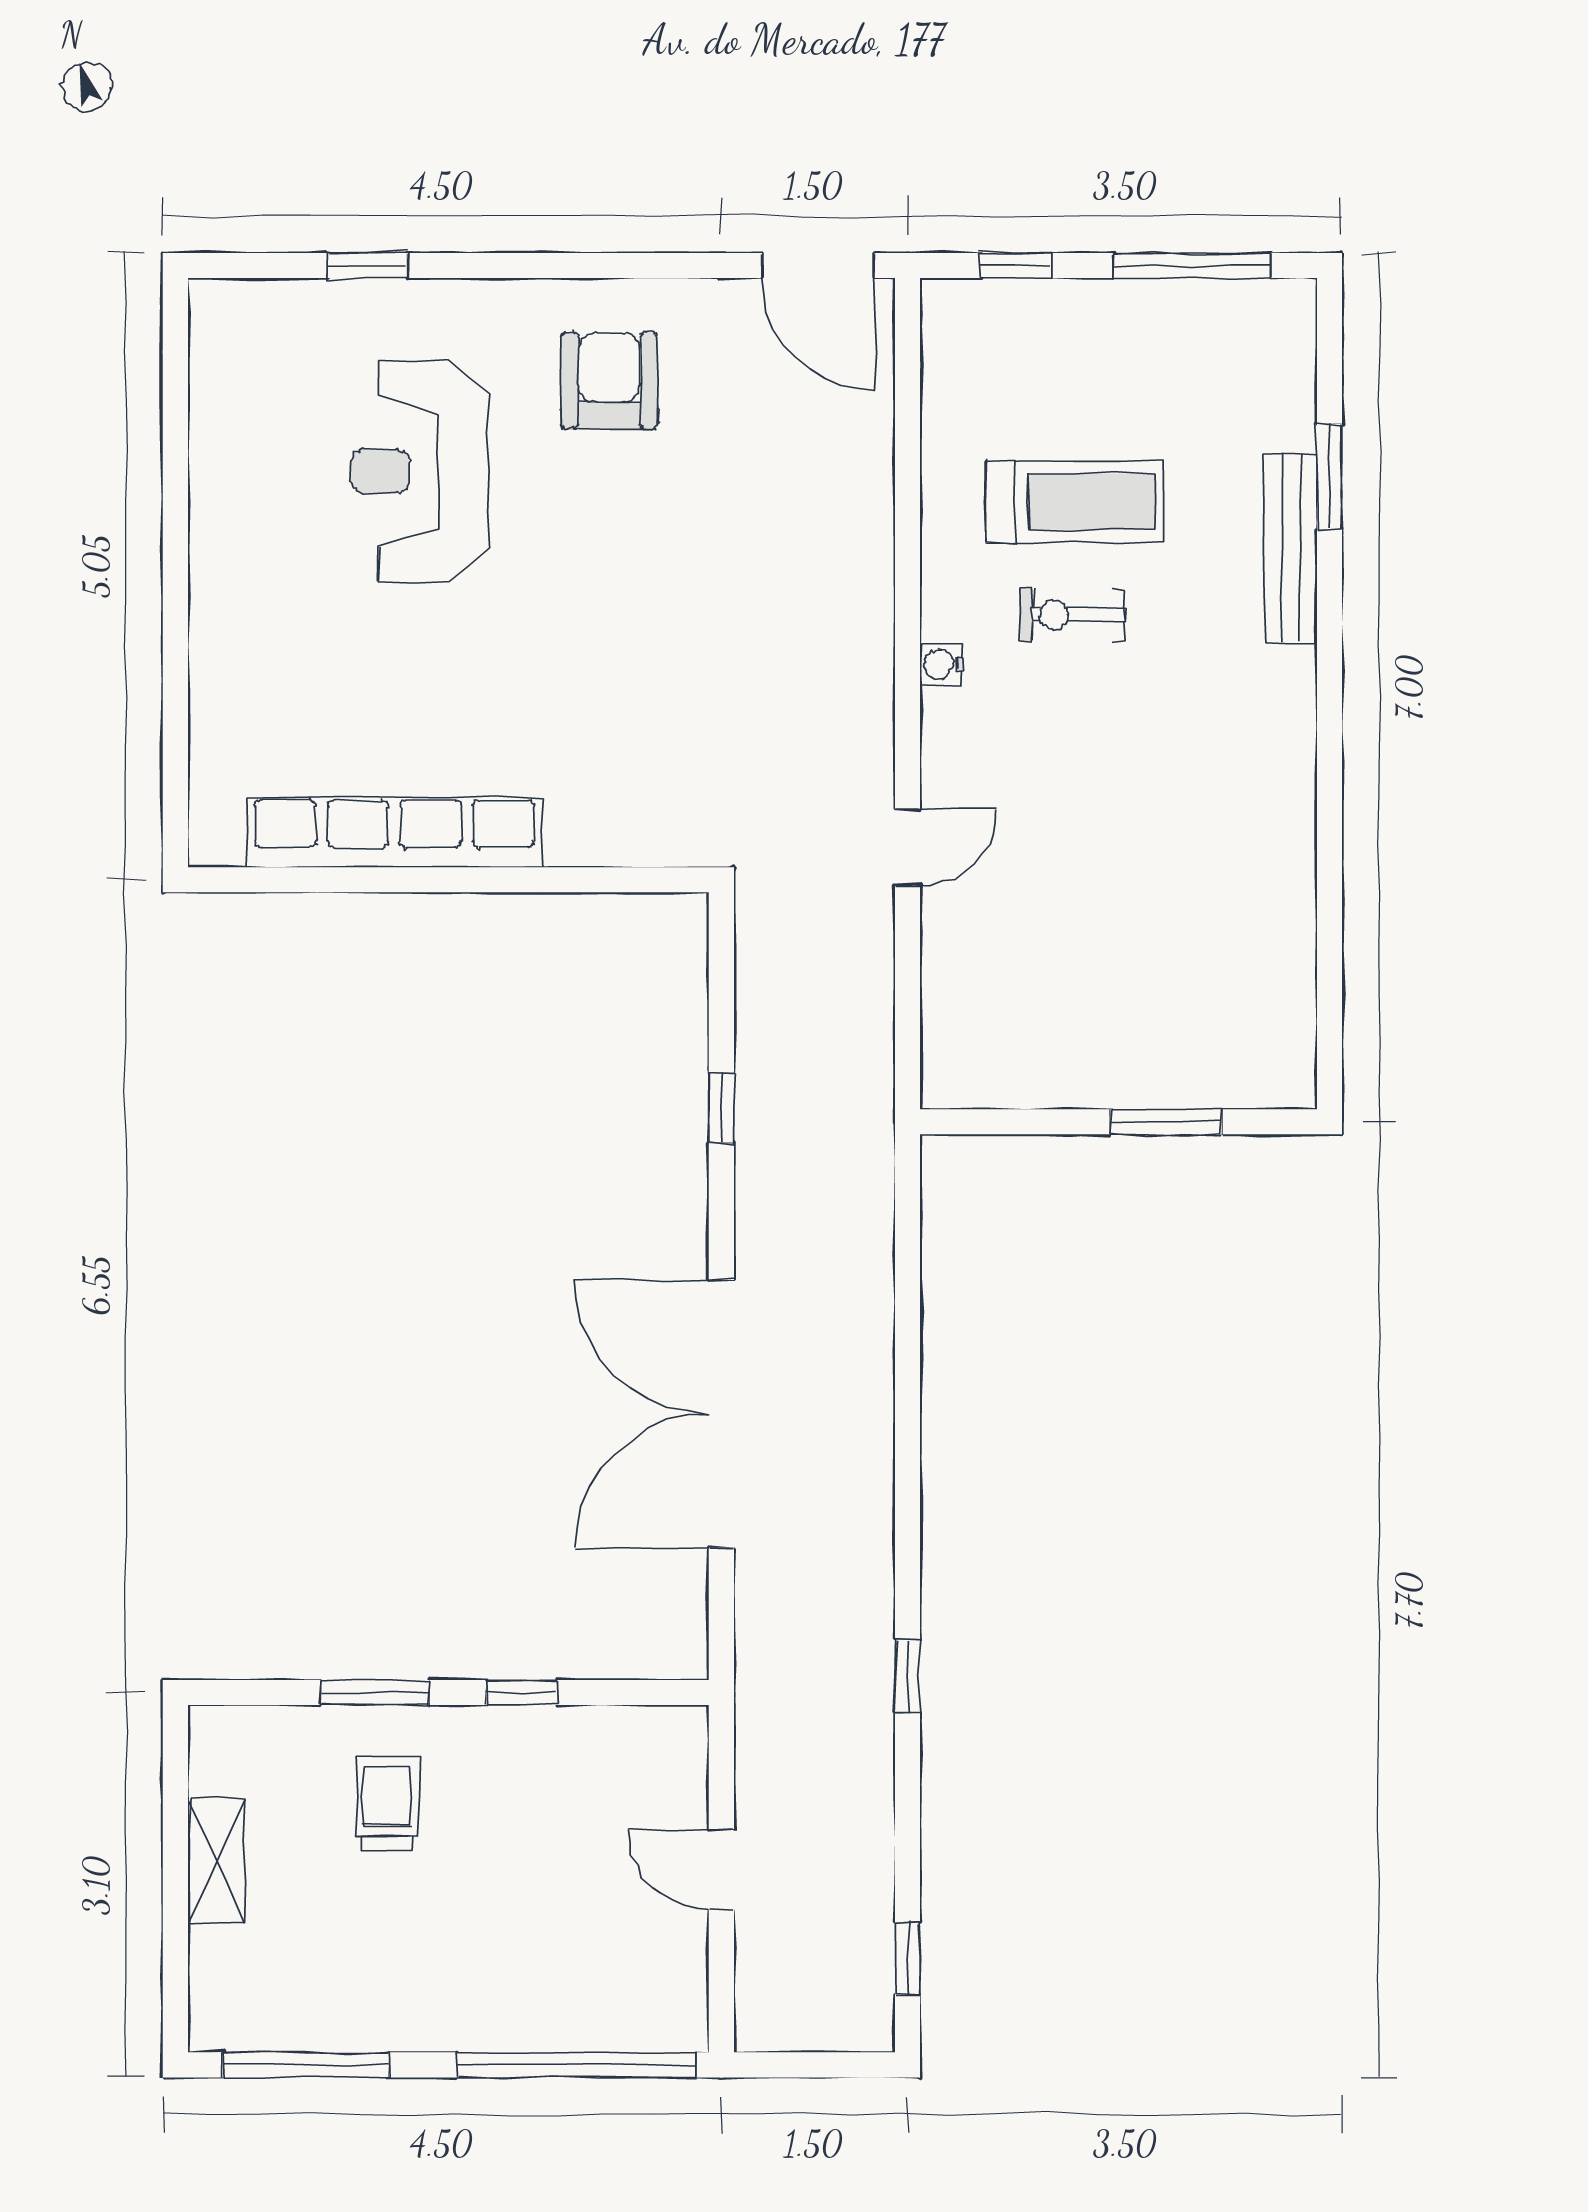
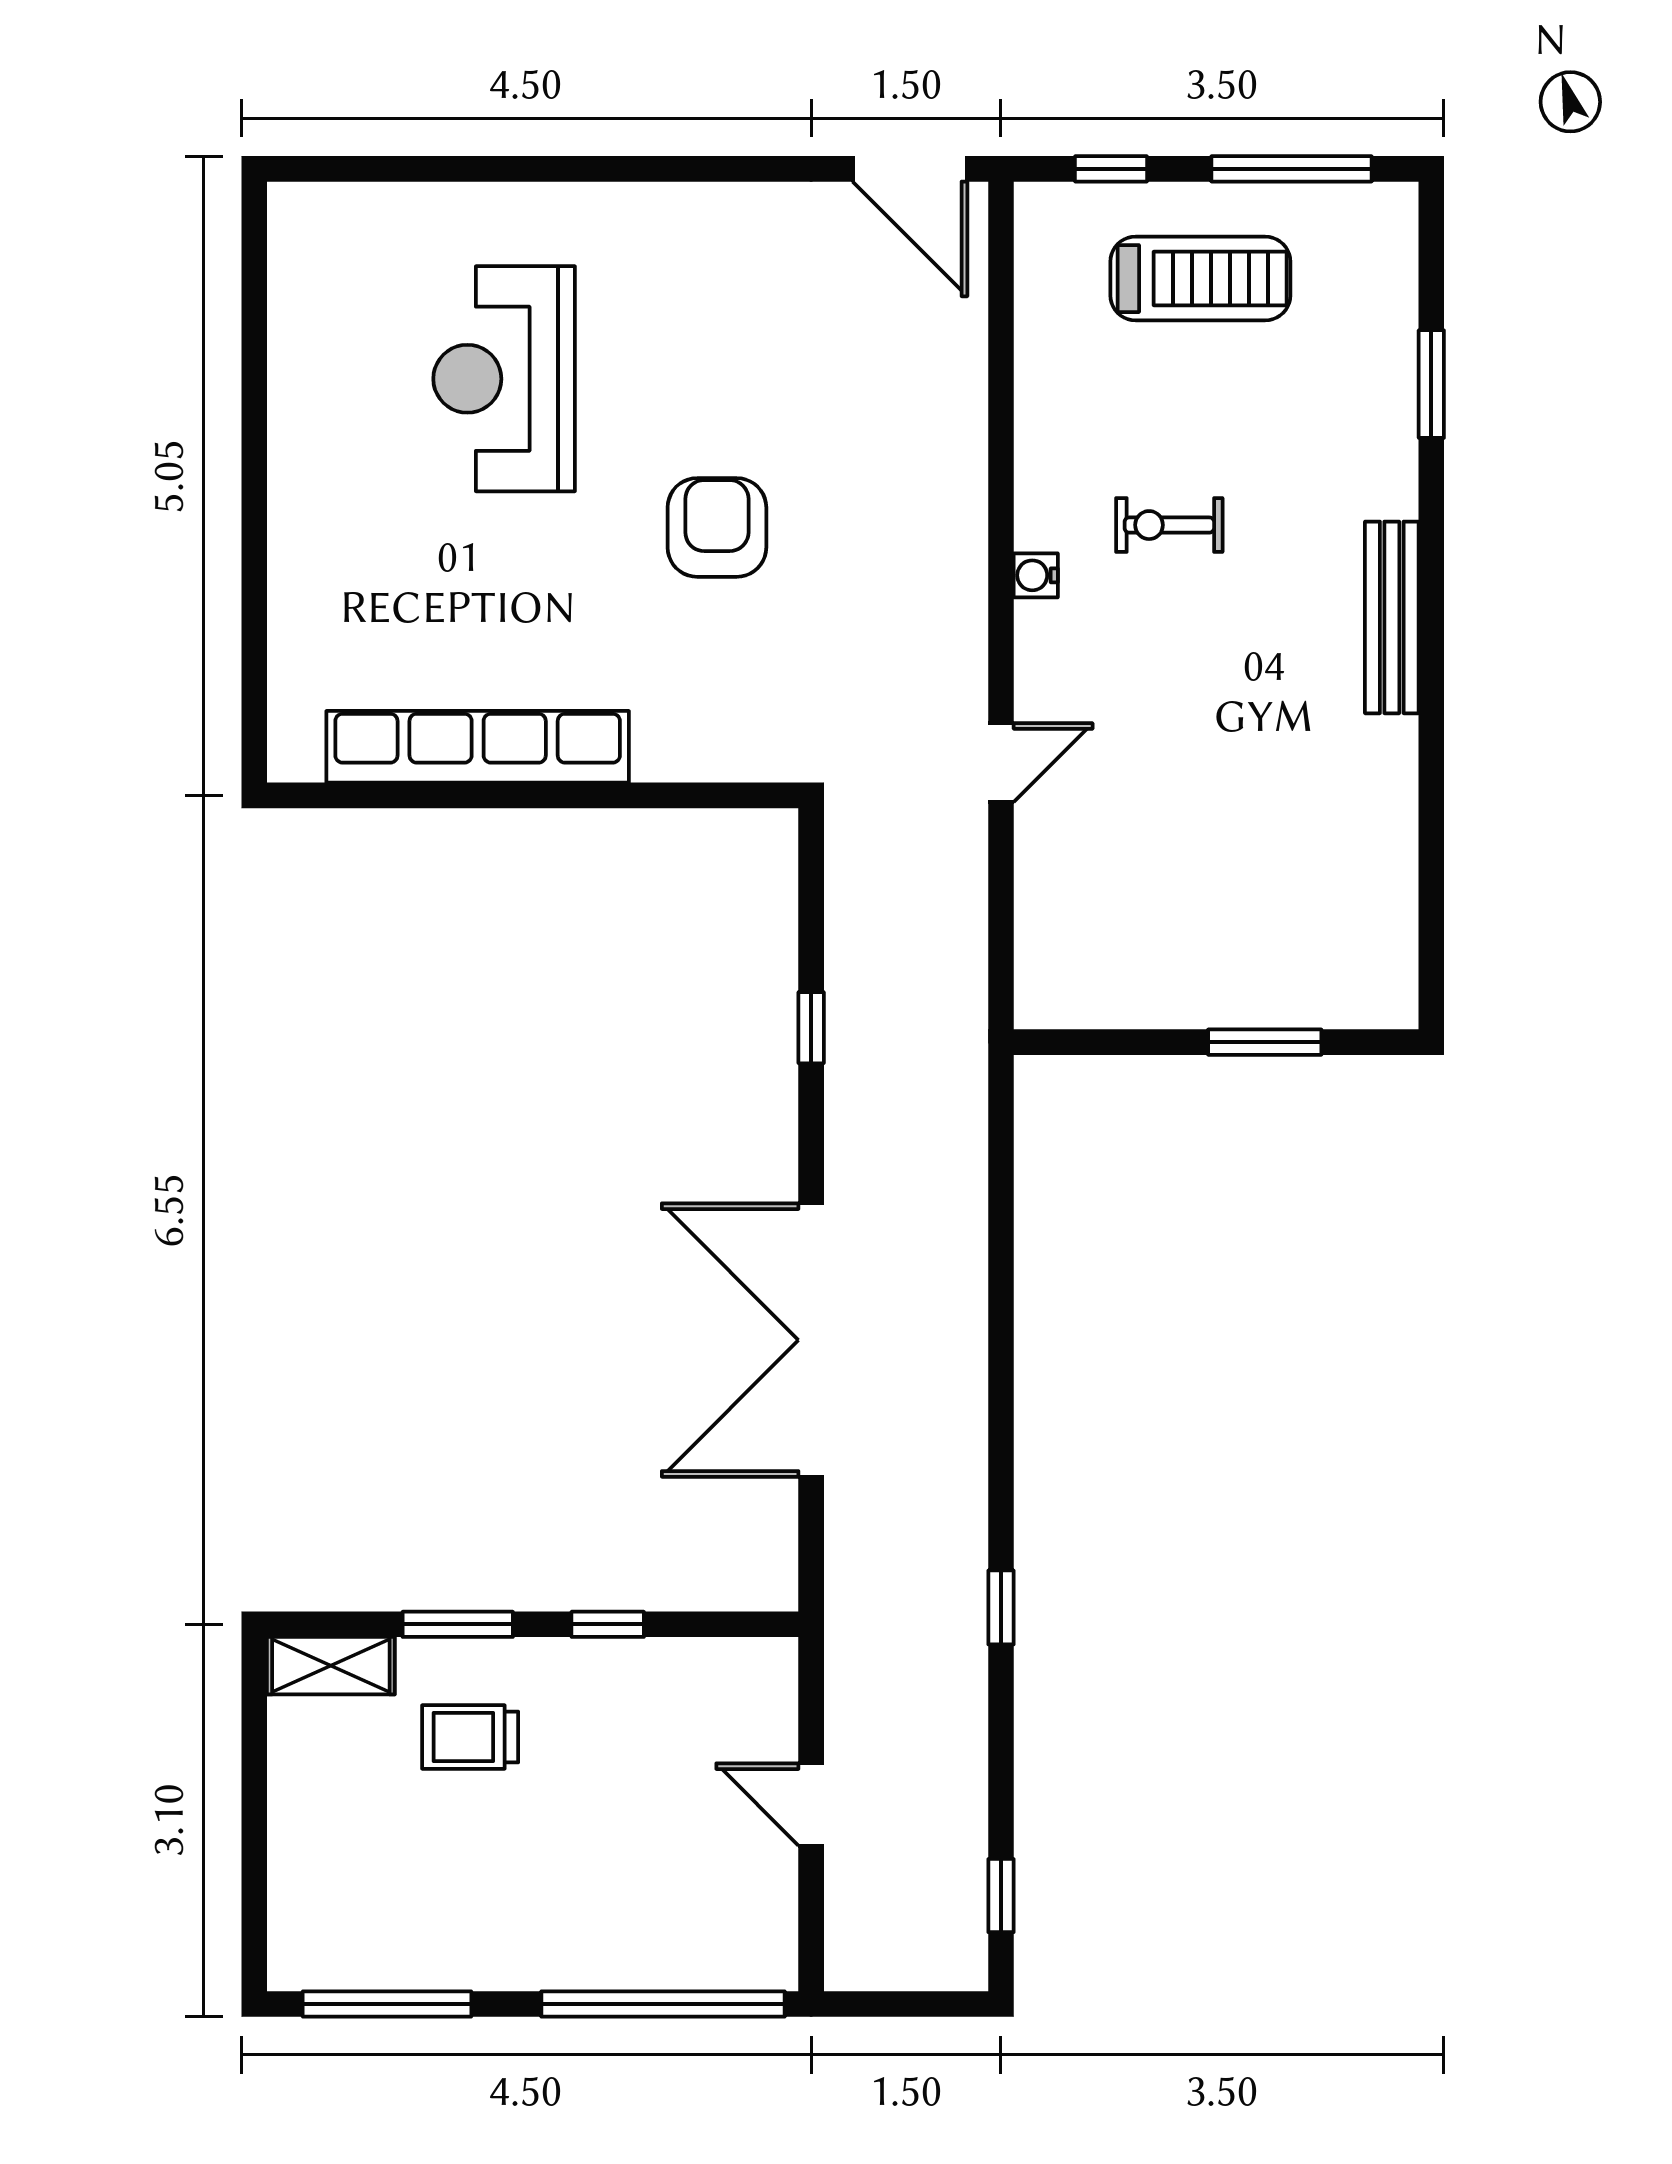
window: (367, 266) -> (450, 169), removed
armchair: (609, 381) -> (717, 527), moved
treadmill: (1074, 502) -> (1200, 279), moved
bench: (1291, 549) -> (1392, 617), moved
trolley: (387, 1803) -> (470, 1737), turned -90
shelving: (216, 1861) -> (331, 1666), moved, turned 90

